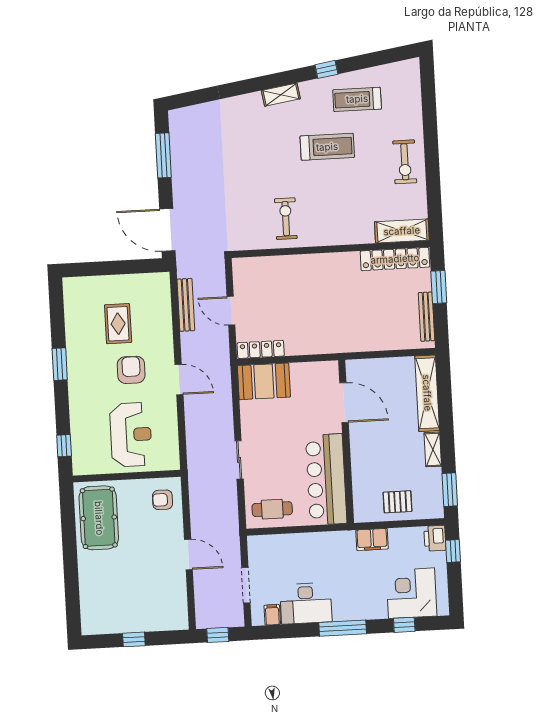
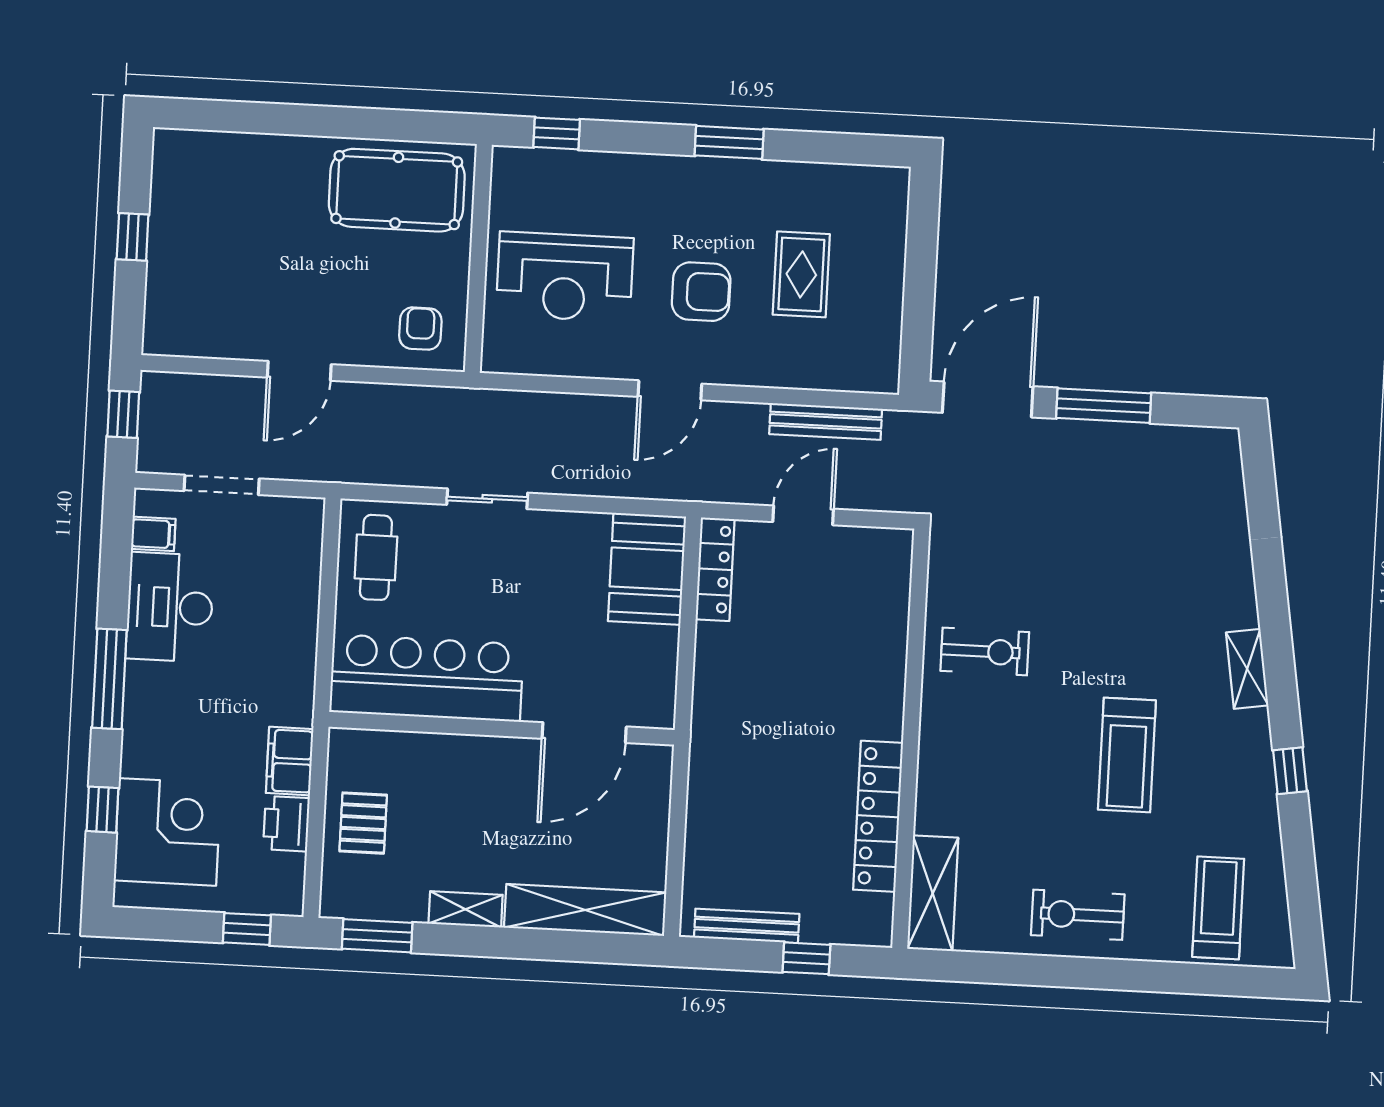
treadmill: (357, 99) -> (1218, 908), moved
window: (163, 155) -> (1104, 406), moved
locker: (395, 259) -> (878, 816), moved
window: (439, 287) -> (806, 958), width x0.67
rug: (118, 324) -> (801, 274), turned 90
printer: (435, 538) -> (286, 824), moved, turned -90

